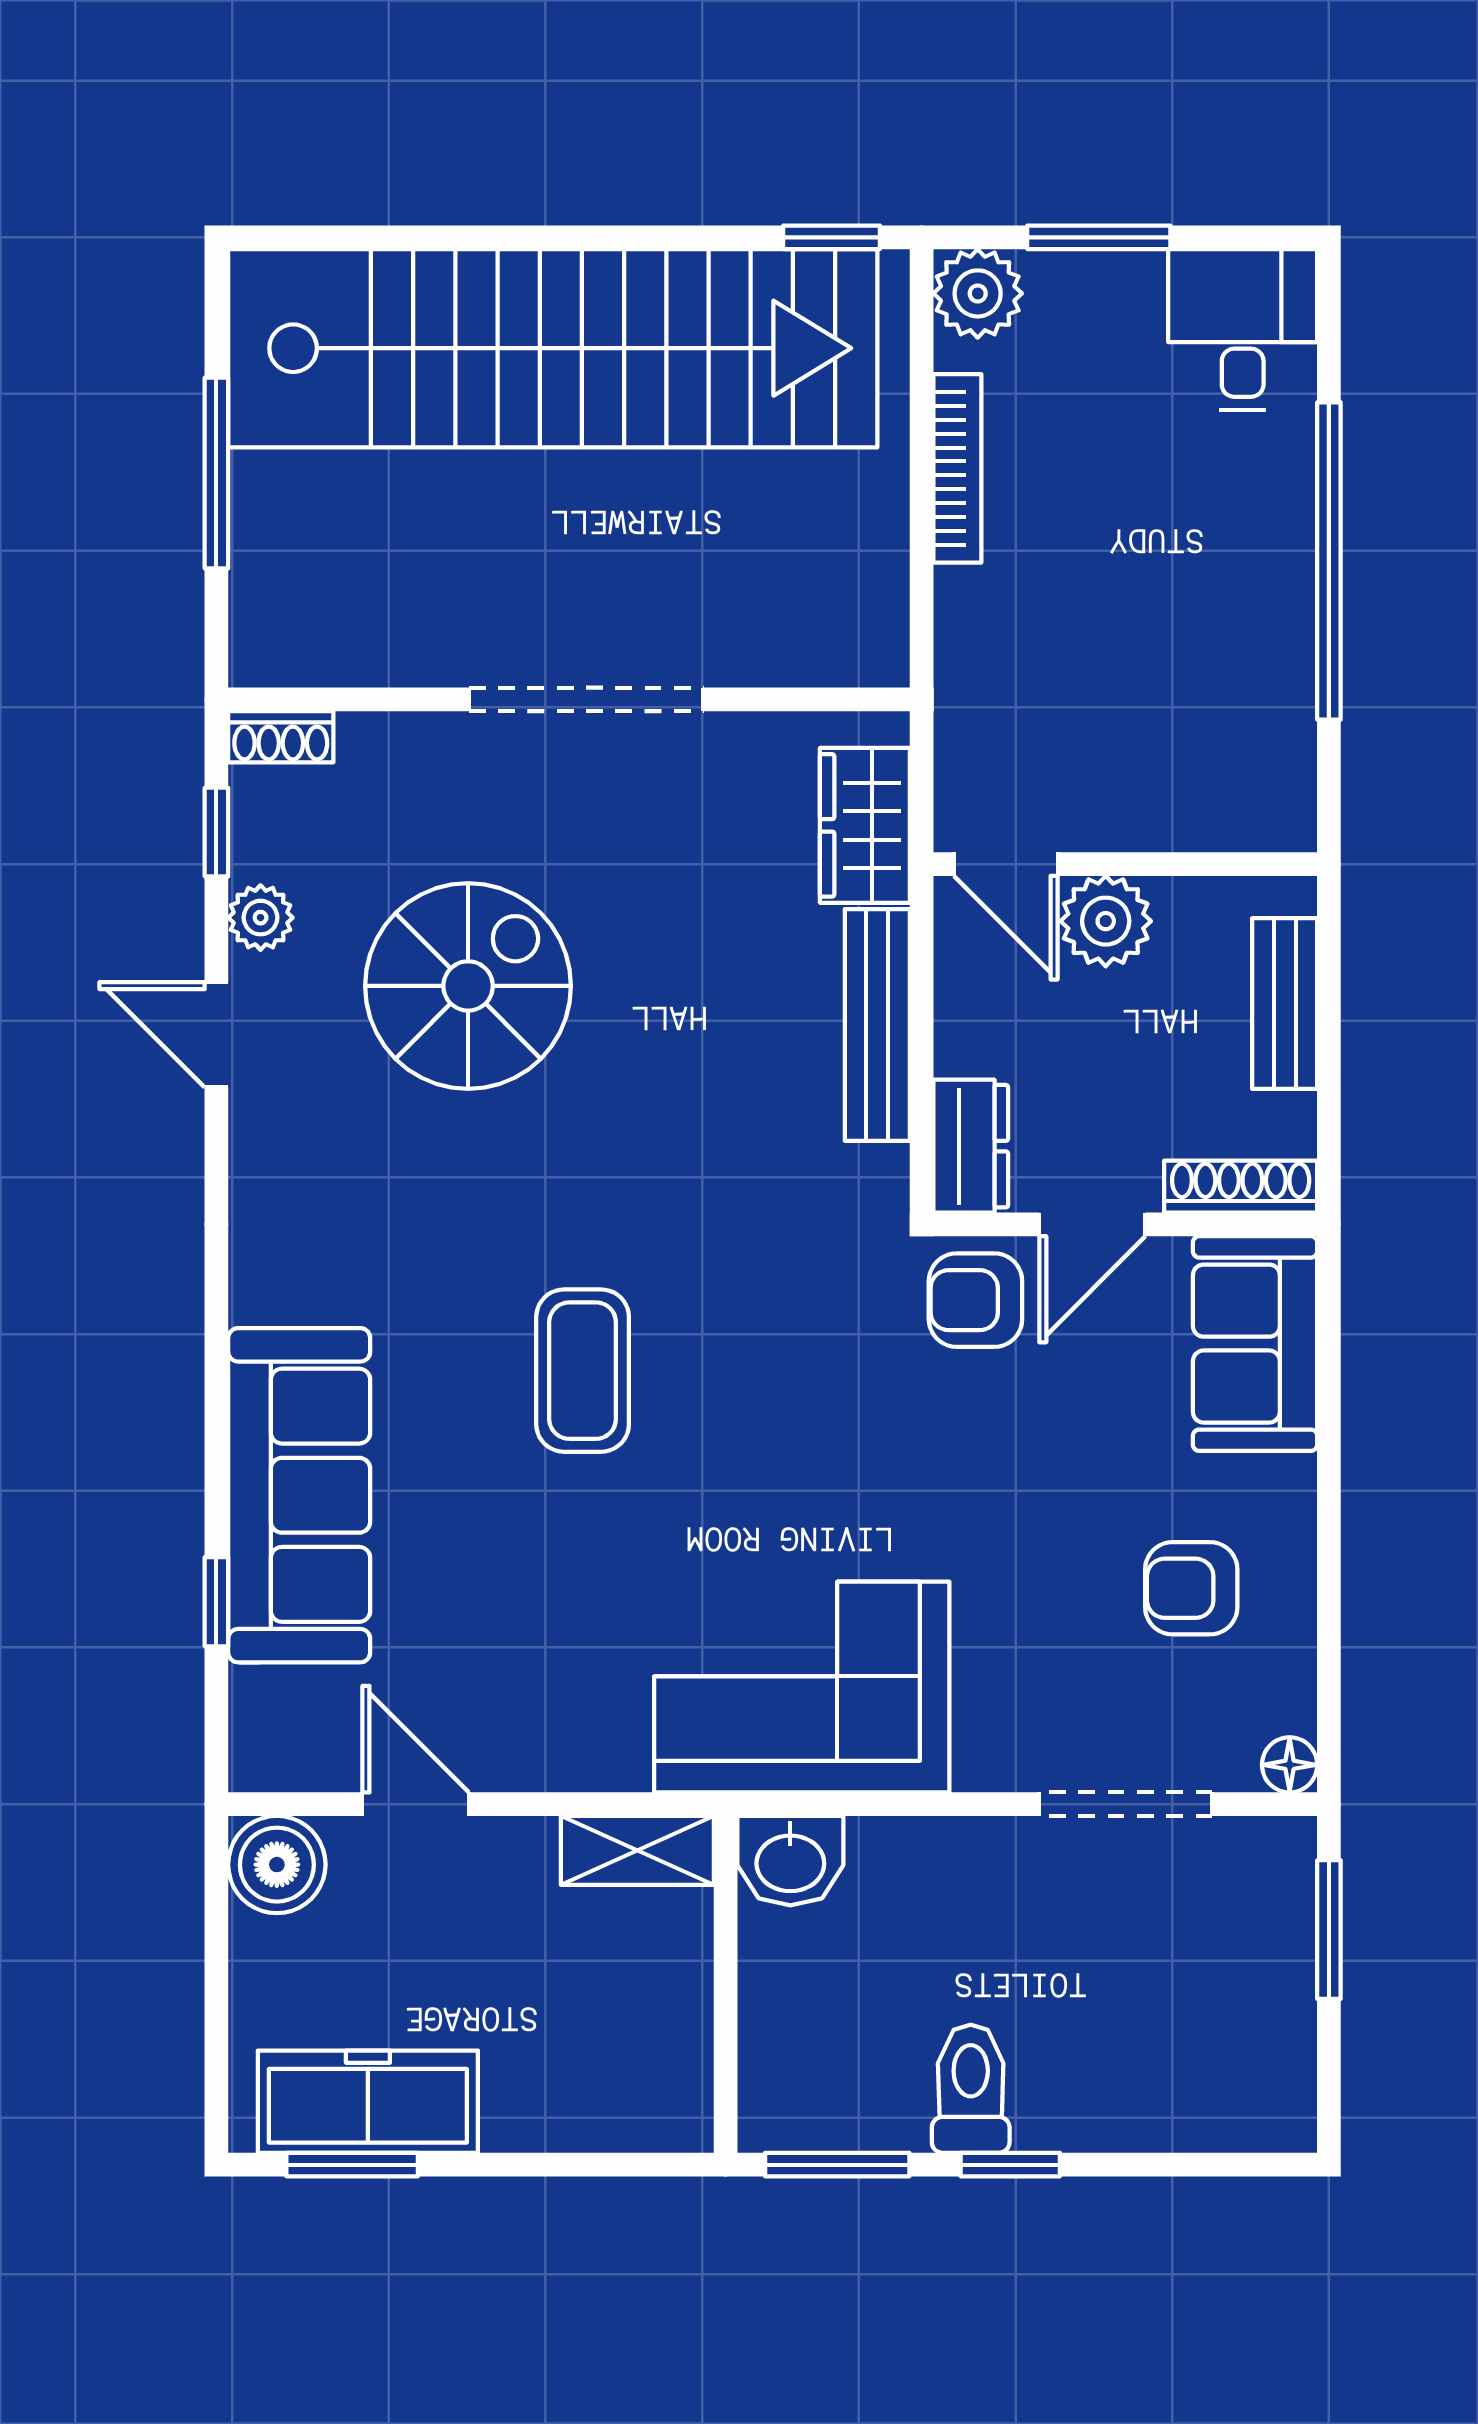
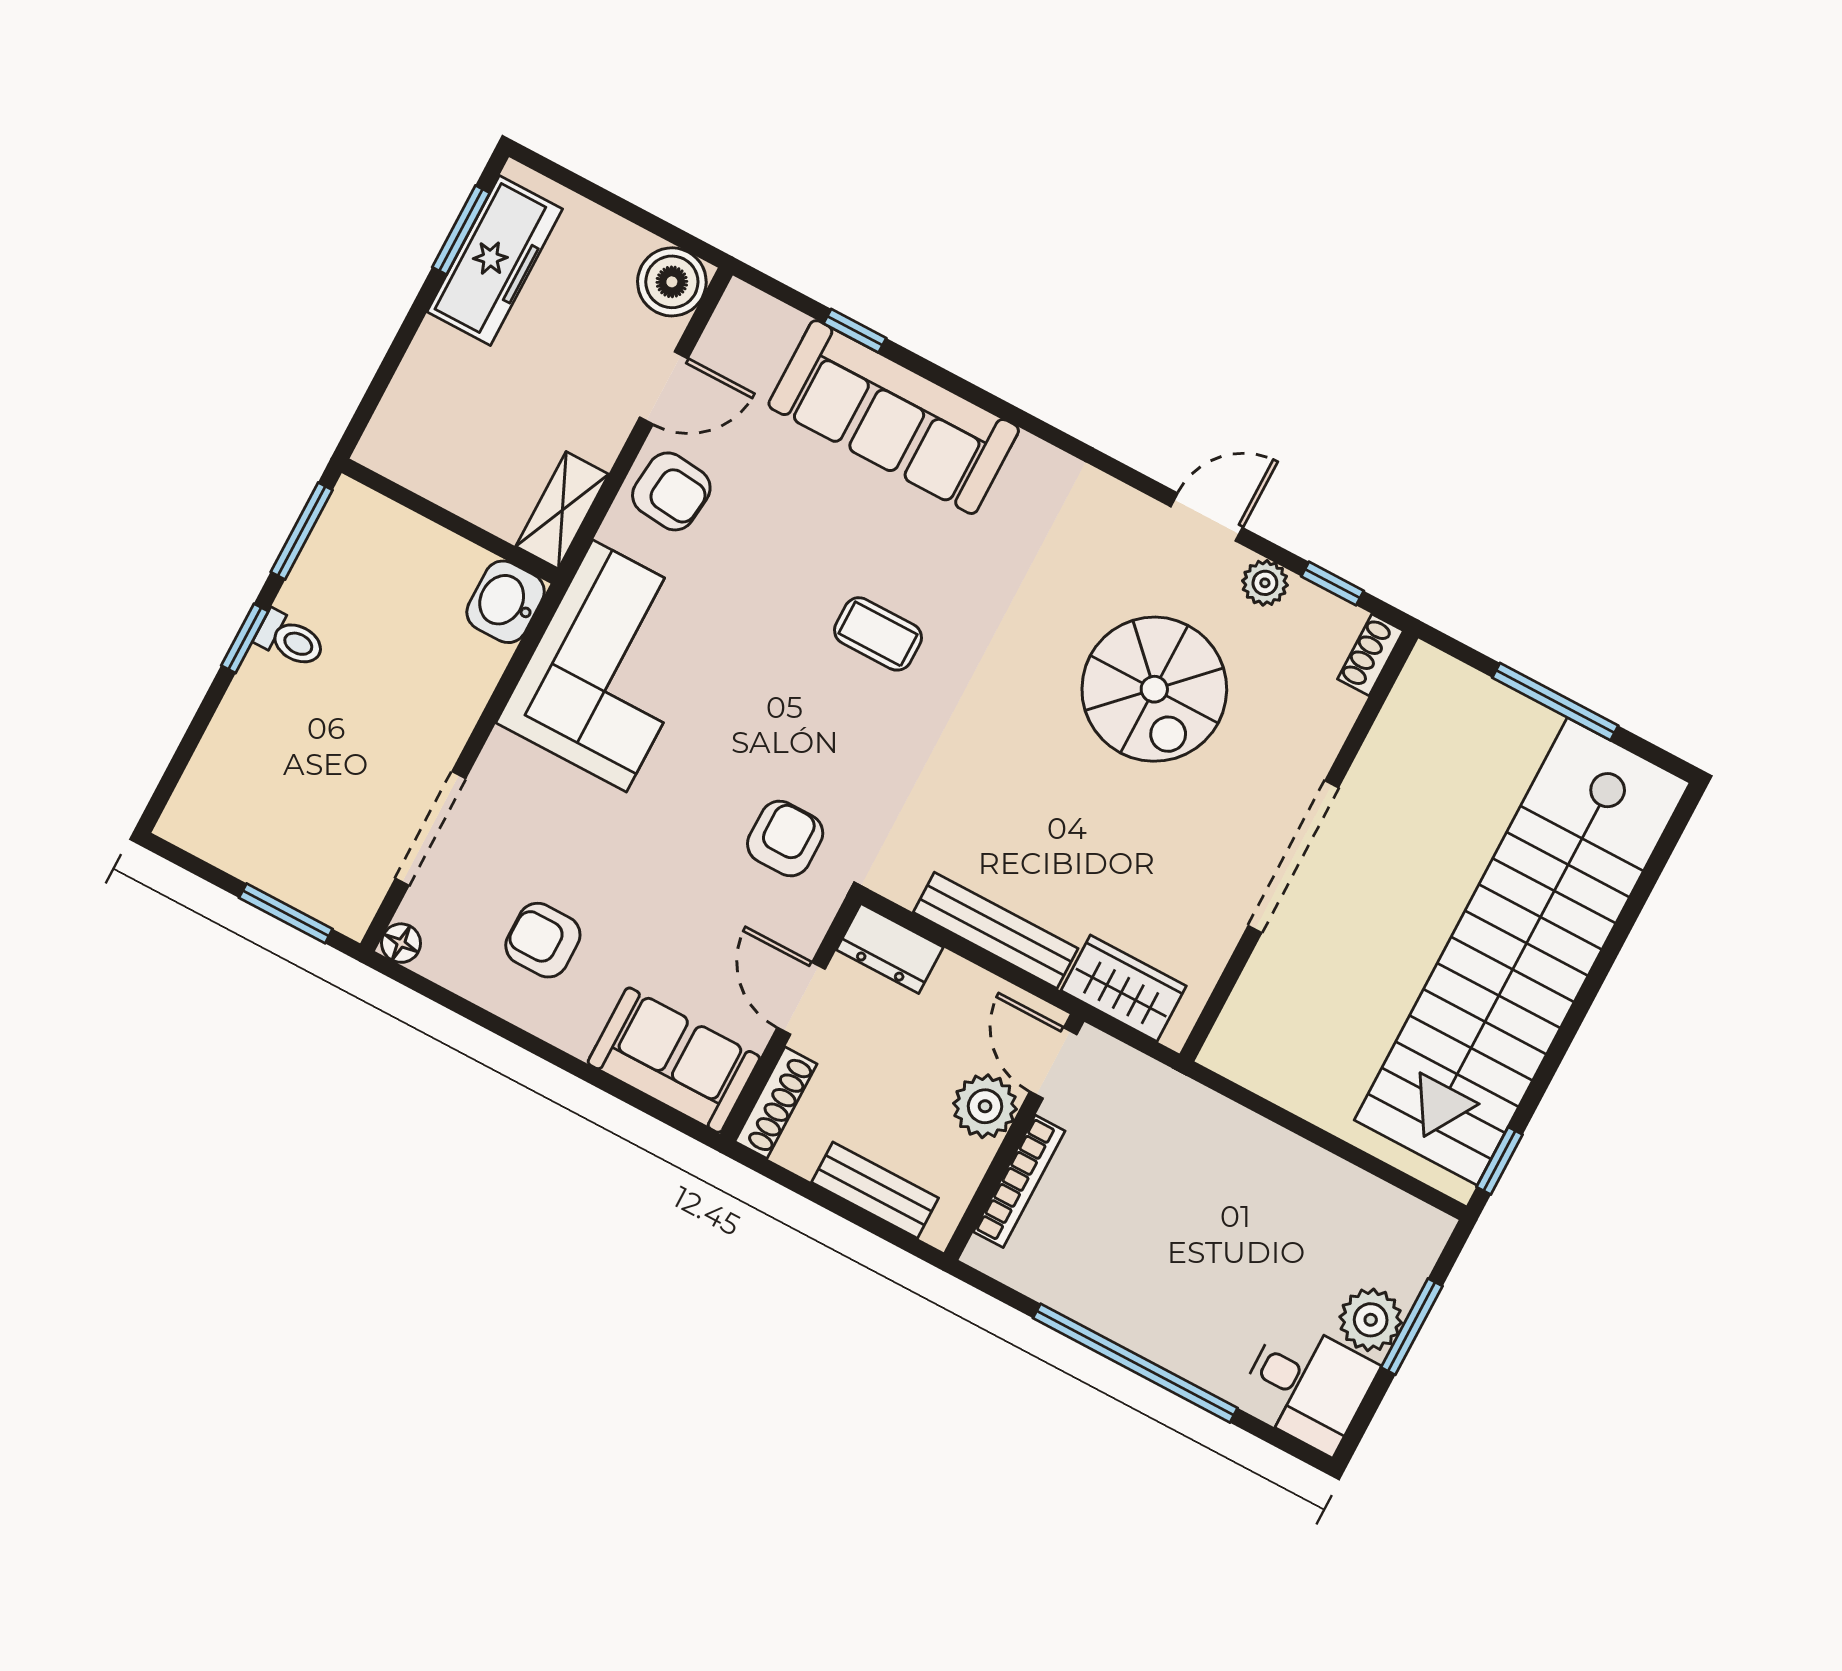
plant: (978, 293) -> (1371, 1320), moved
bookcase: (957, 468) -> (1019, 1181), moved, turned -90
door: (1006, 864) -> (1053, 1063), hinge flipped
armchair: (975, 1300) -> (785, 838), moved
coffee table: (583, 1371) -> (878, 634), width x0.73, depth x0.77
armchair: (1191, 1588) -> (543, 940), turned -90
armchair: (541, 1726) -> (671, 491), added
toilet: (971, 2089) -> (290, 639), width x0.73, depth x0.72

